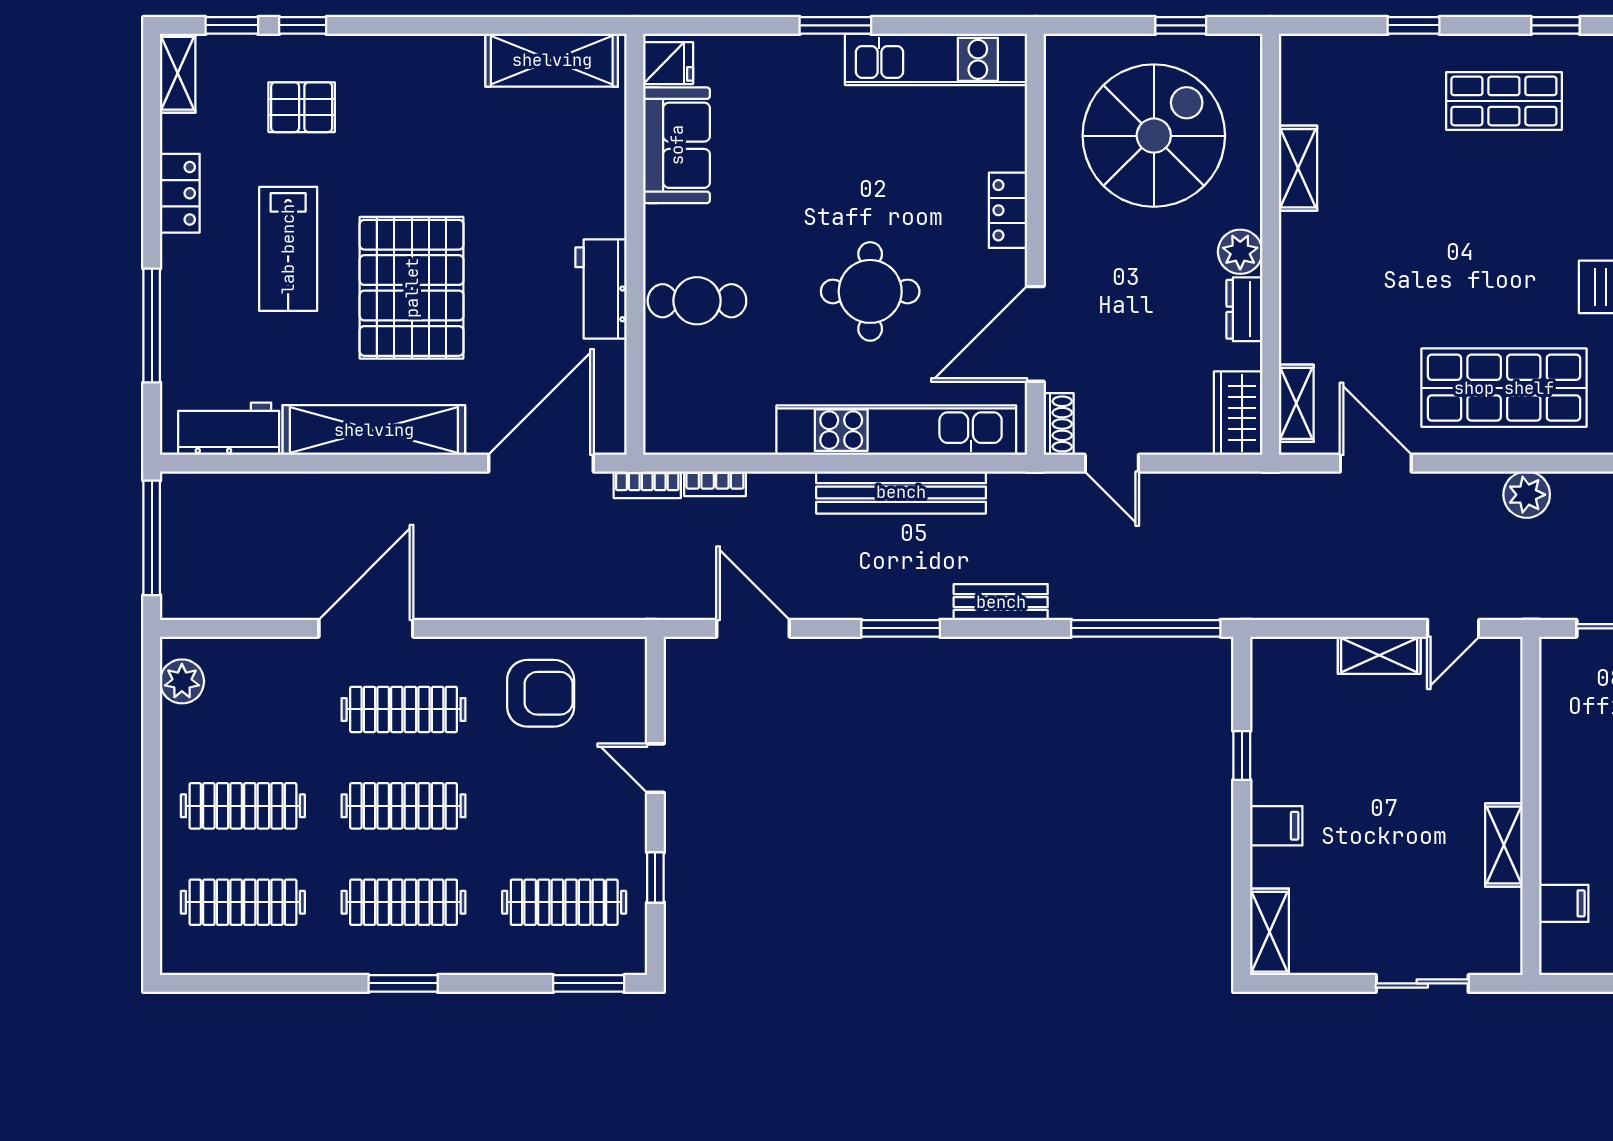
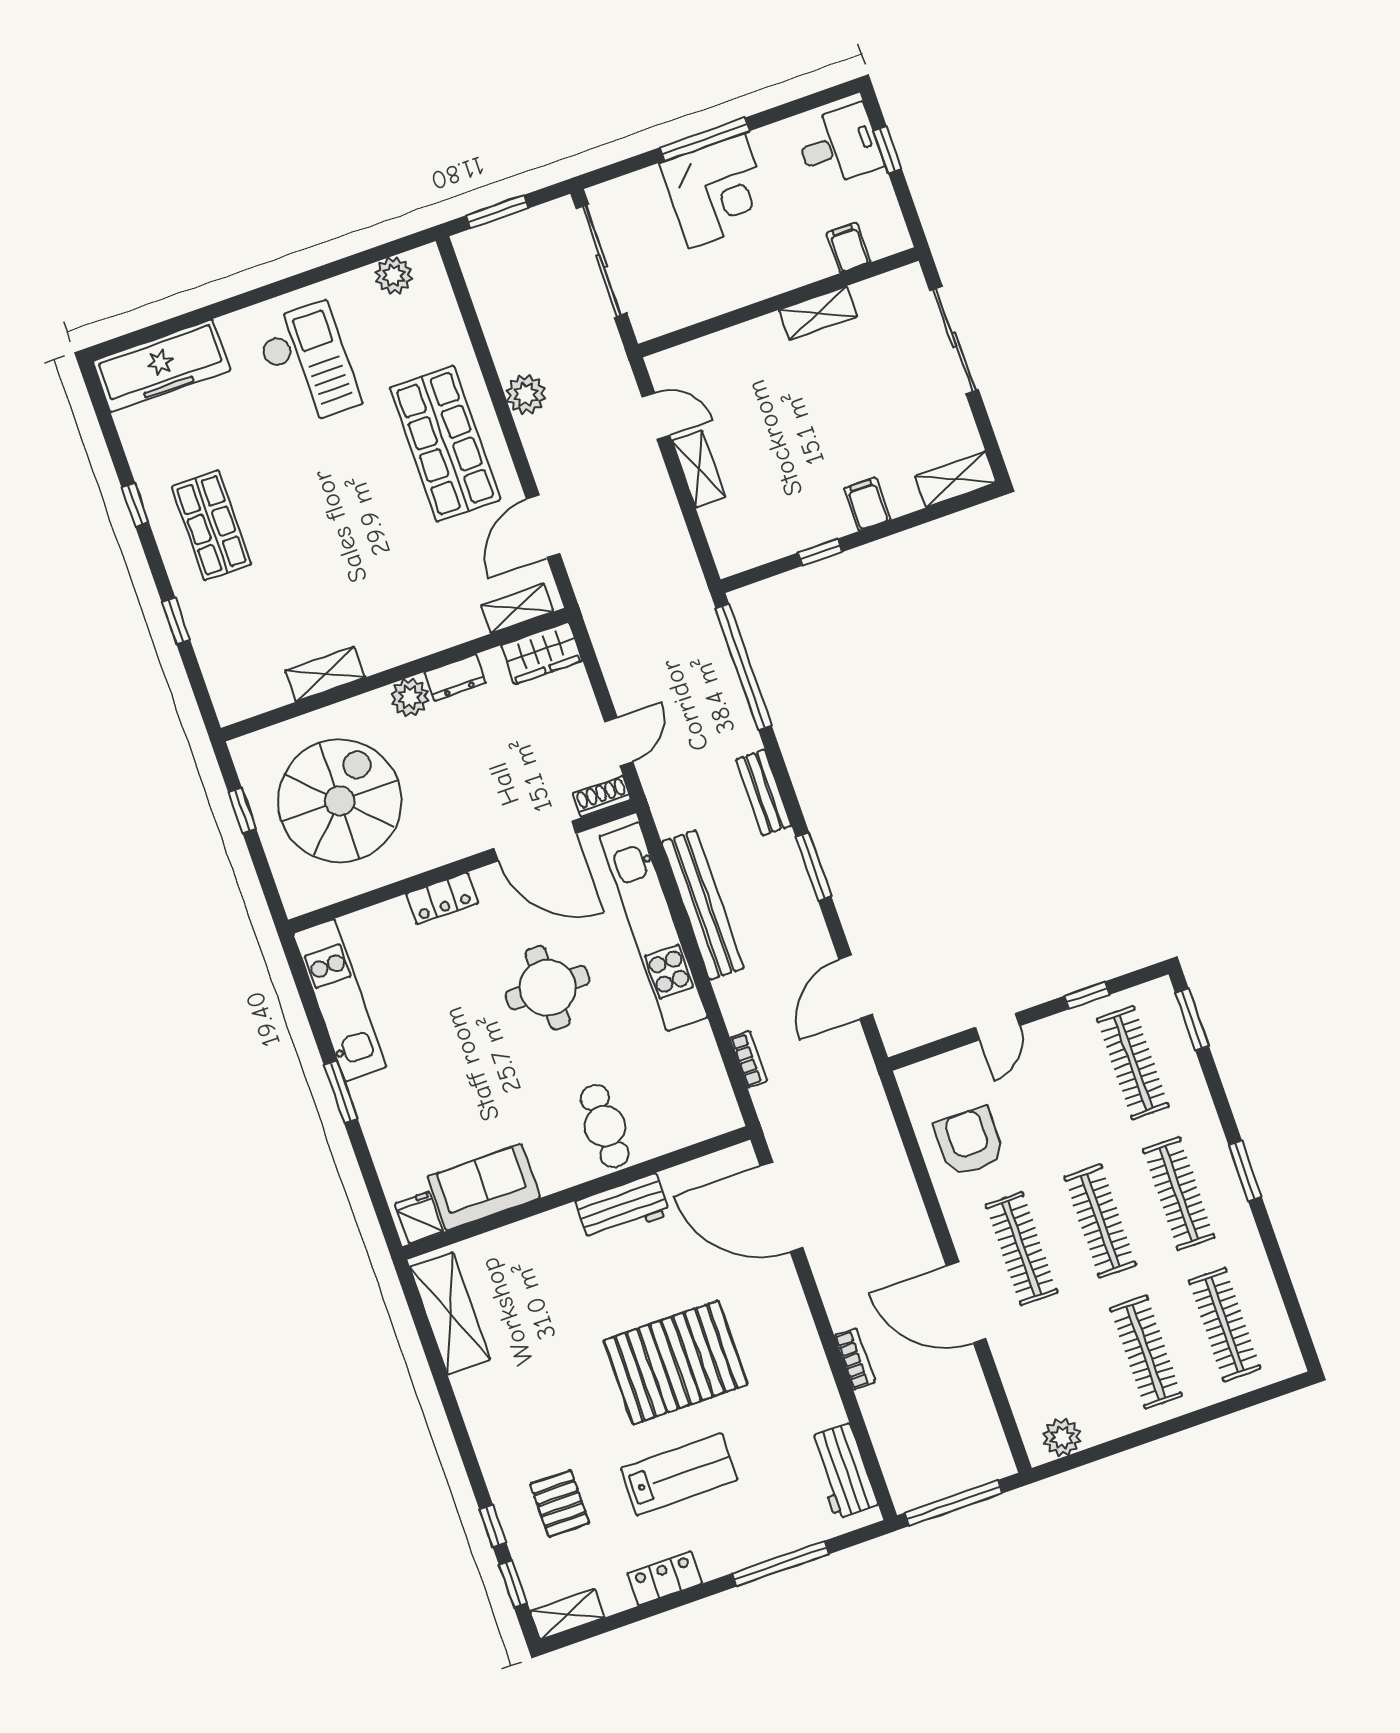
spiral stairs: (1154, 136) -> (340, 801), turned 90
shelving: (374, 430) -> (802, 1353), removed
bookcase: (647, 485) -> (855, 1359), moved
sliding door: (1422, 983) -> (954, 340), width x1.37

